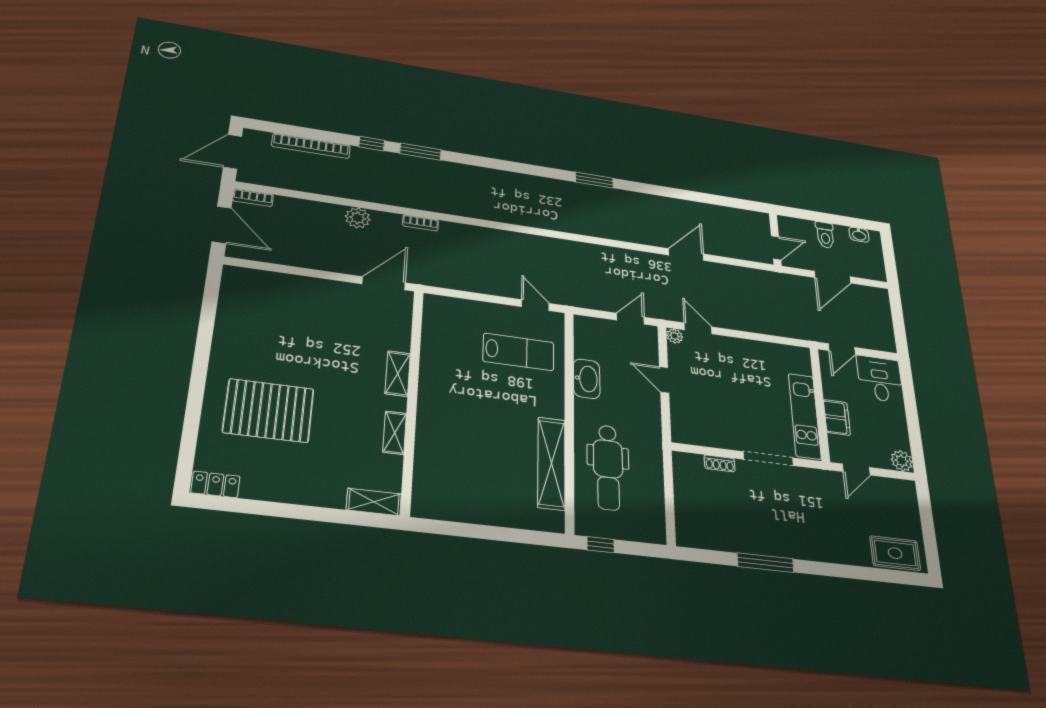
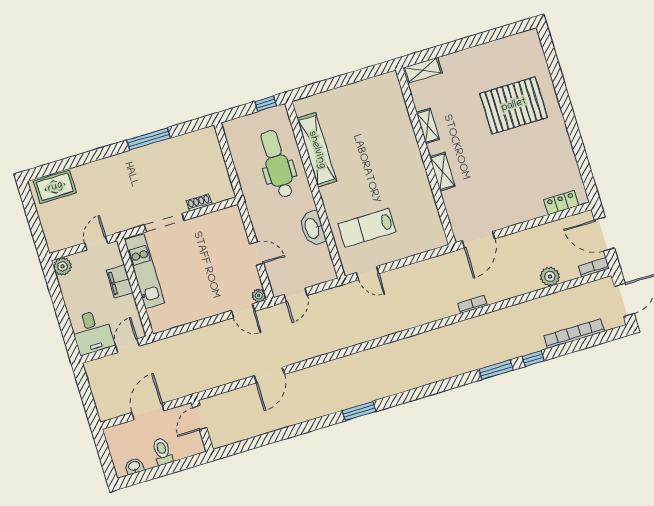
plant: (358, 218) -> (550, 277), moved
locker: (215, 484) -> (561, 203), moved, turned 180

